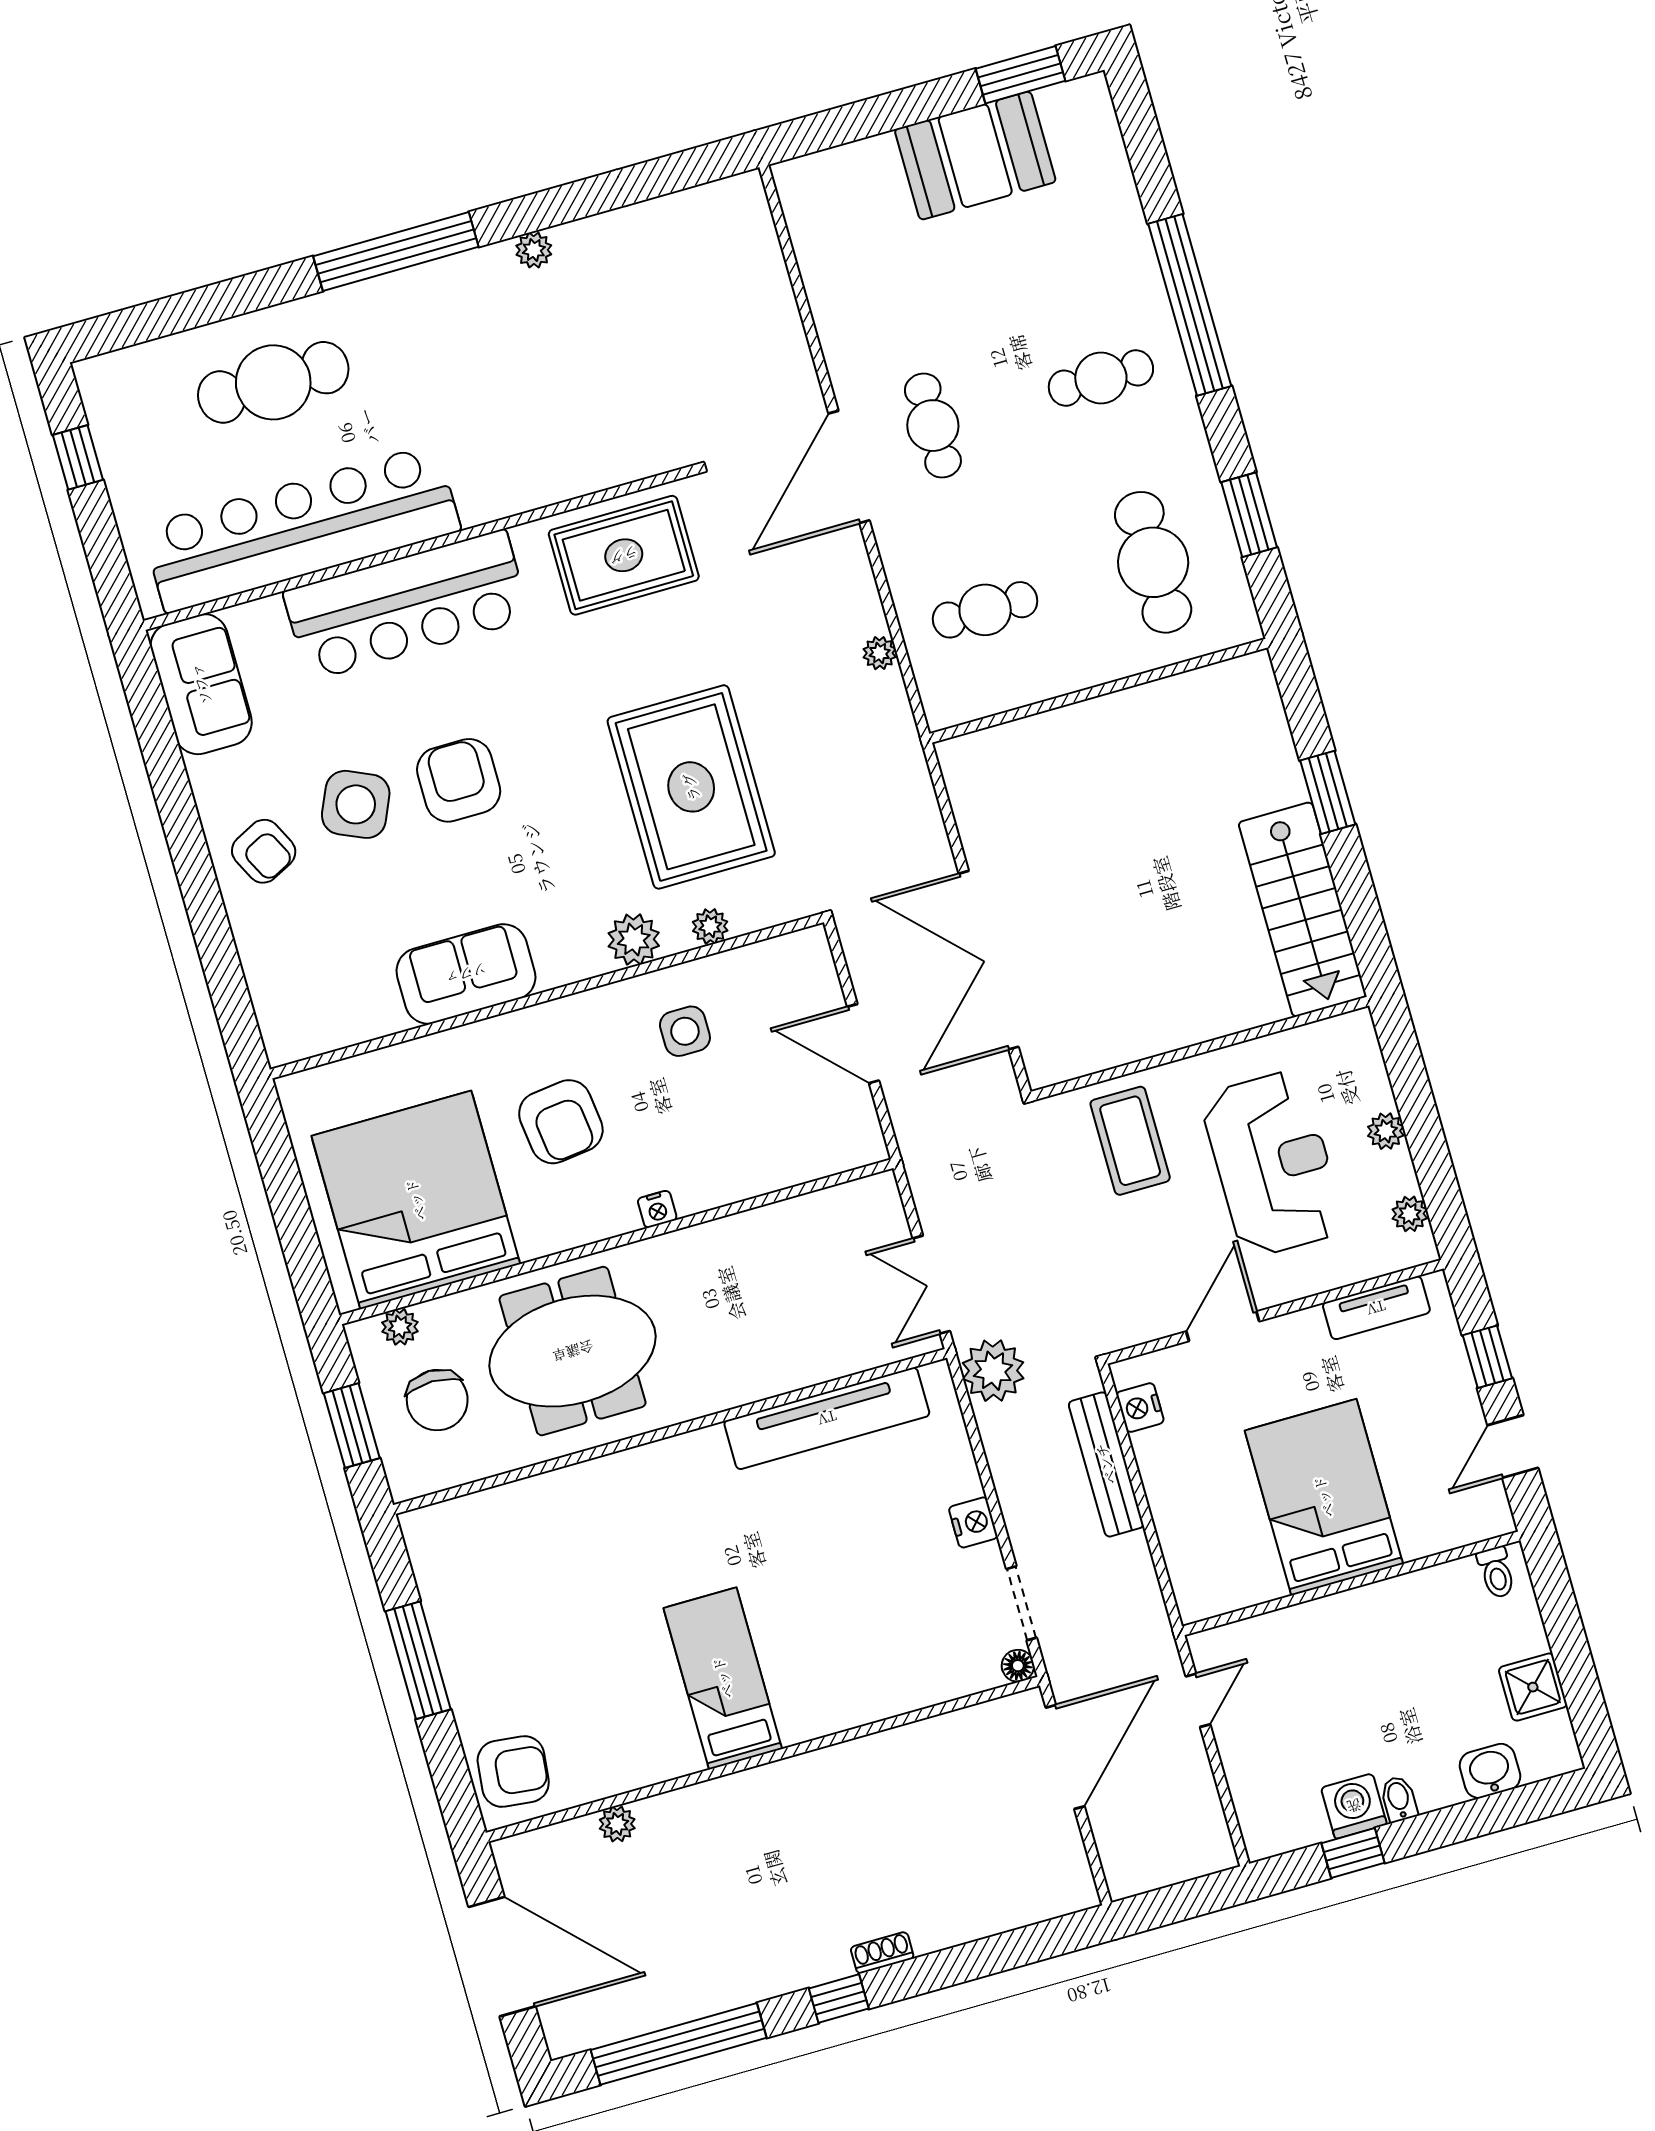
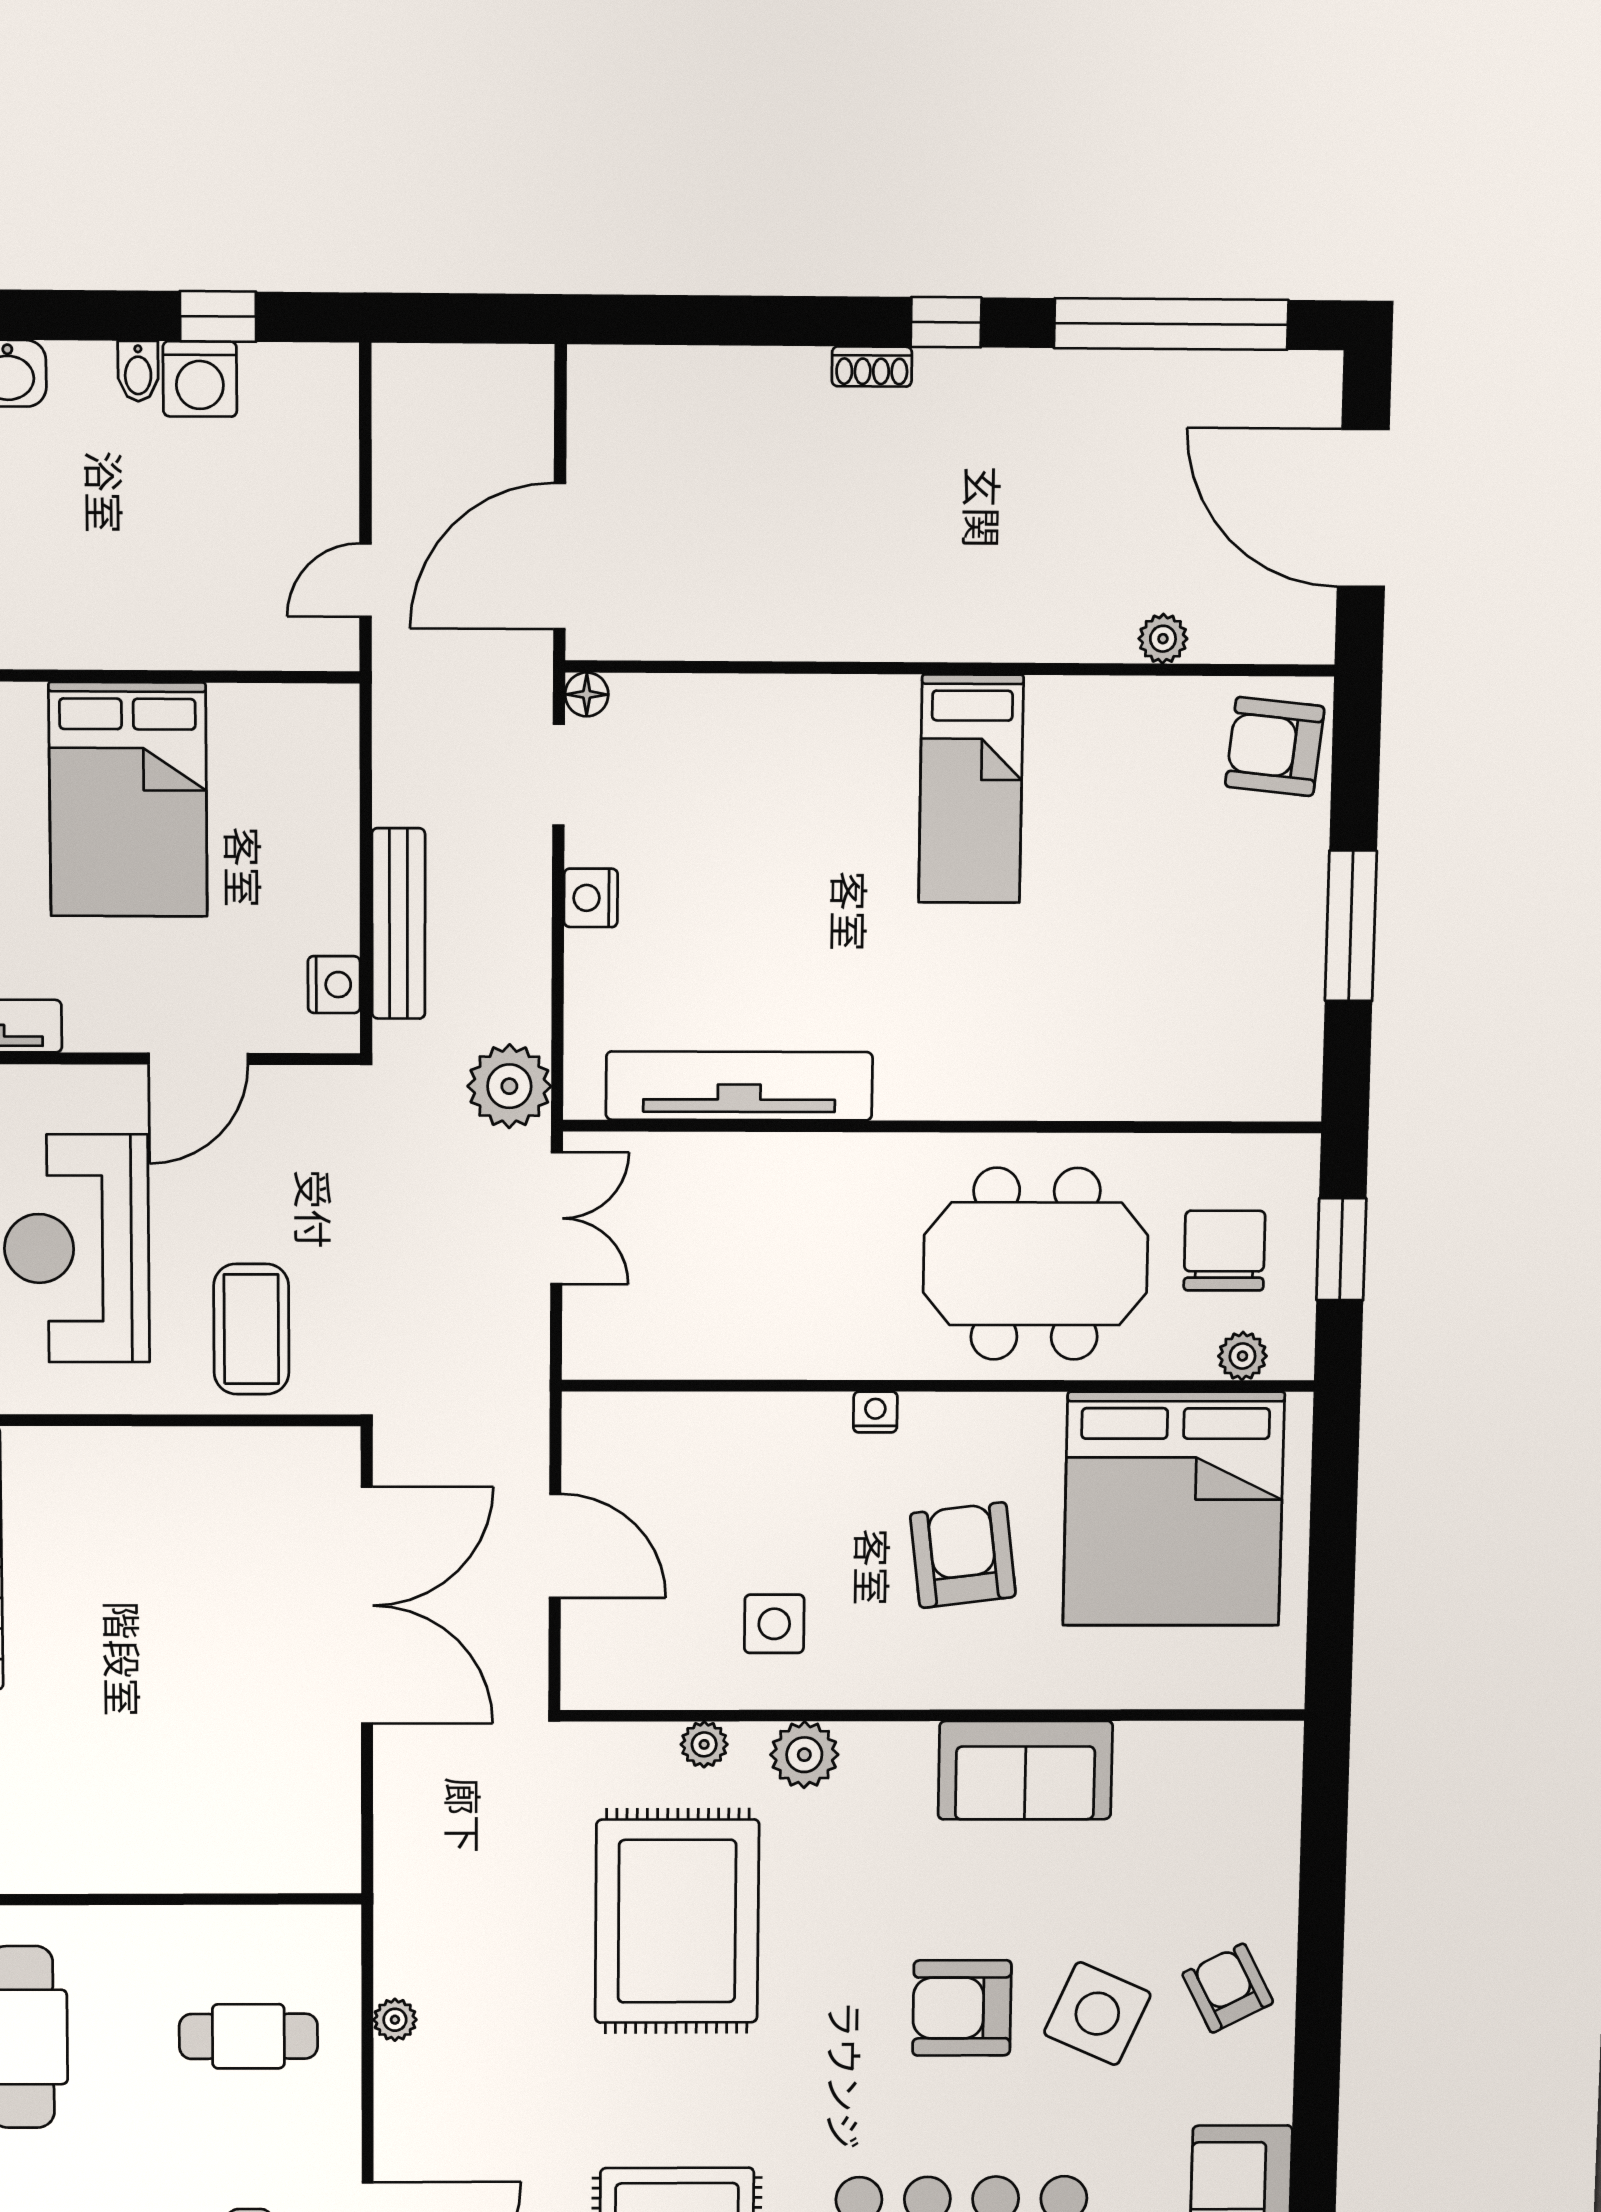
armchair: (459, 780) -> (962, 2008), turned 90

